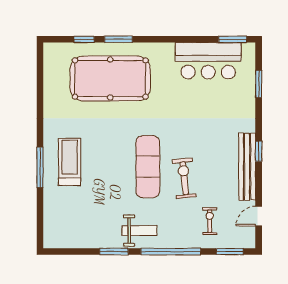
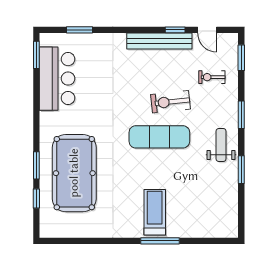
window: (259, 151) -> (175, 30), moved
treadmill: (70, 162) -> (155, 212), turned 90
window: (171, 252) -> (241, 115), width x0.47

